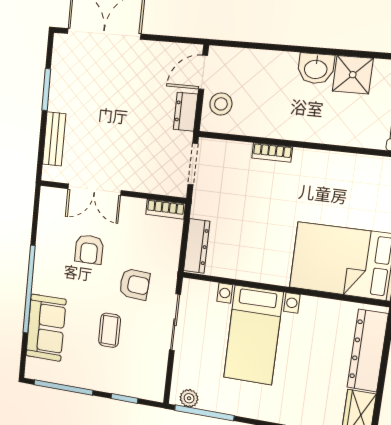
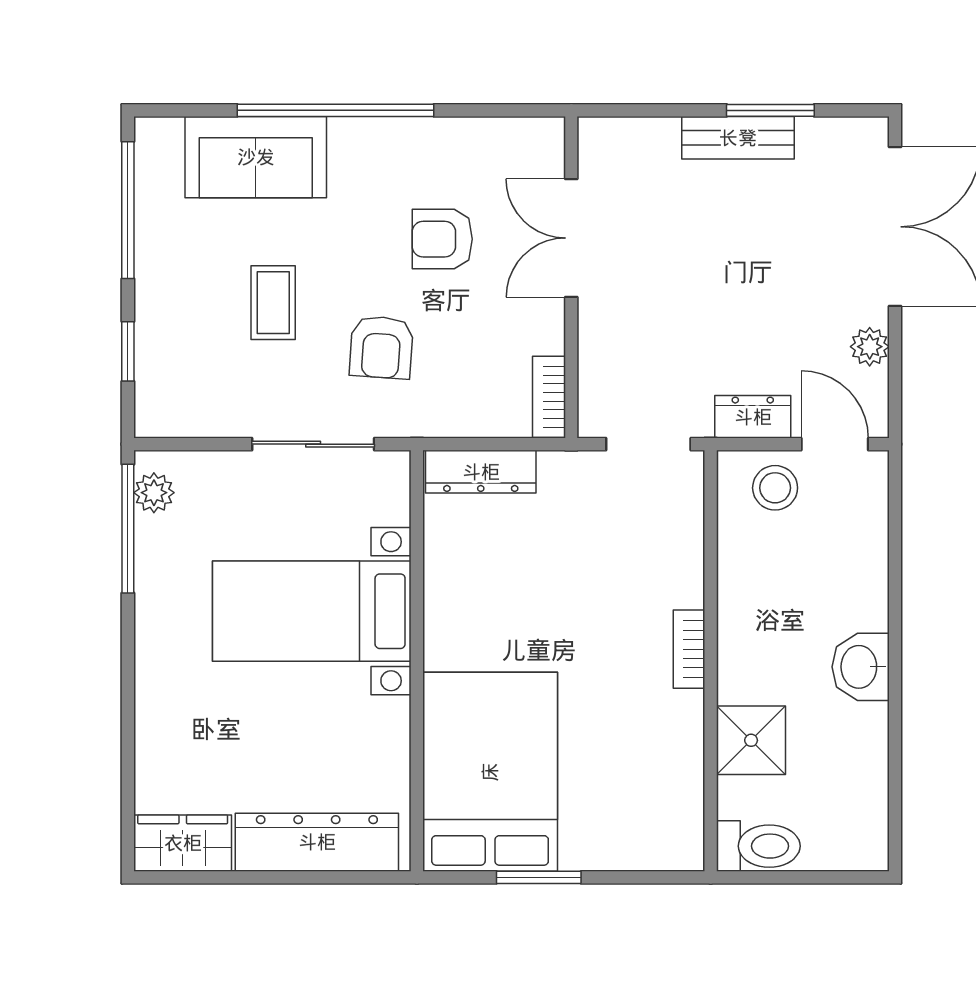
plant: (159, 51) -> (870, 347), added
shower: (353, 75) -> (751, 740), moved
bench: (54, 139) -> (738, 138), moved
bookcase: (272, 153) -> (689, 649), moved
coffee table: (110, 330) -> (273, 303), turned 90

